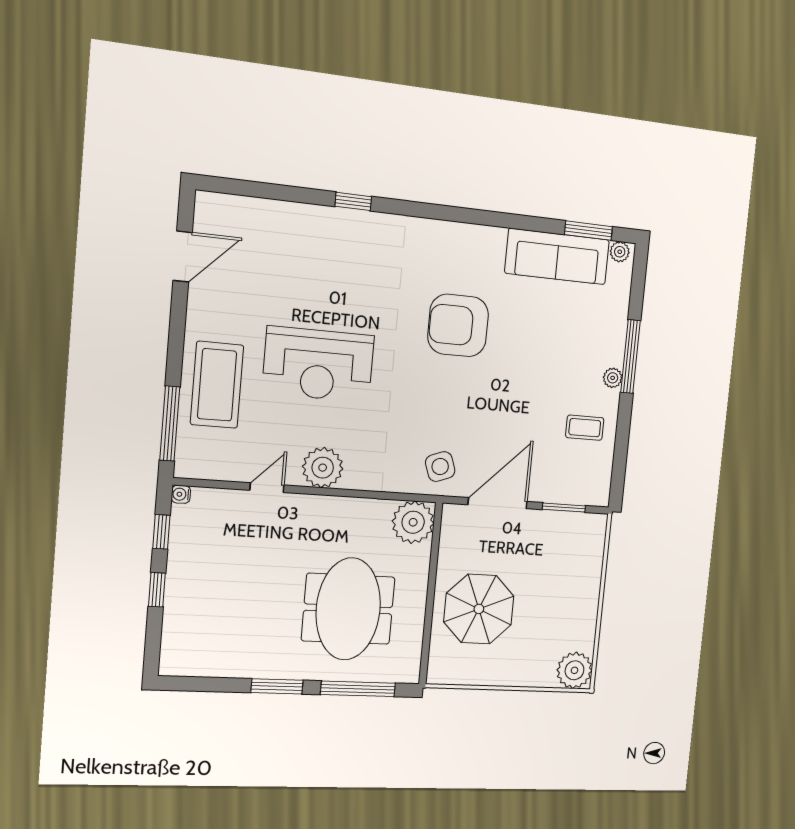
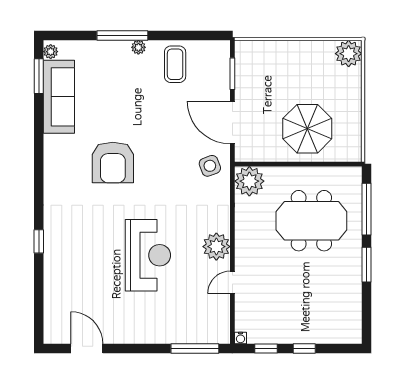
coffee table: (217, 385) -> (167, 320), removed
coffee table: (585, 428) -> (175, 64), width x1.36, depth x1.30
door: (267, 488) -> (232, 282), hinge flipped

